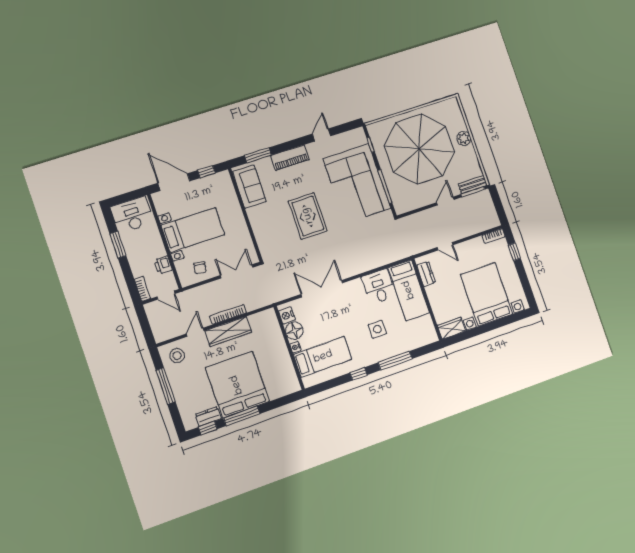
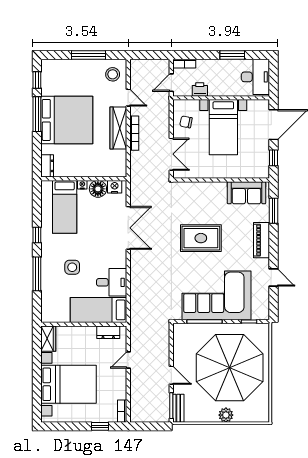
dresser: (208, 417) -> (47, 166), moved

